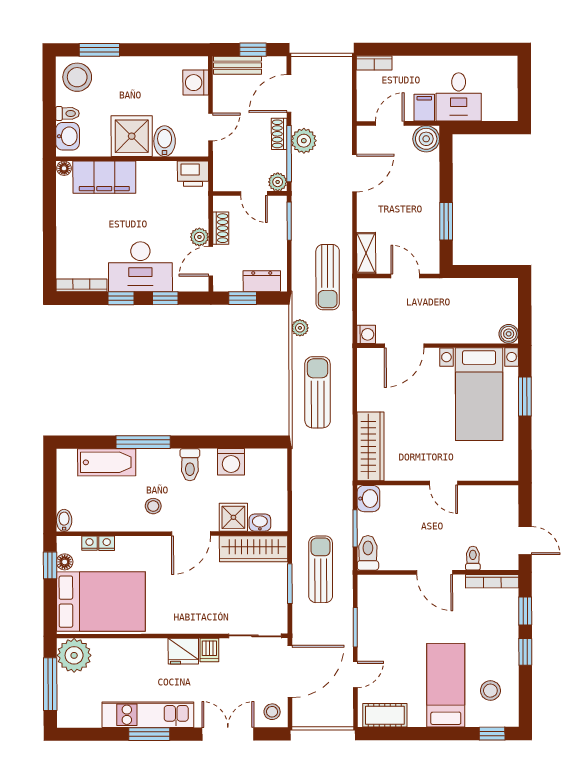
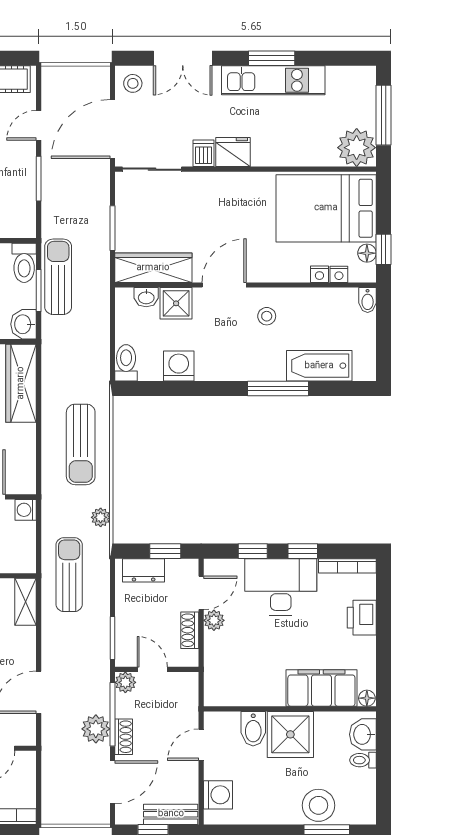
stool: (77, 77) -> (318, 805), moved
printer: (193, 174) -> (362, 618), moved, turned -90
toilet: (190, 465) -> (126, 363), moved
sun lounger: (321, 569) -> (58, 277), moved, turned 180

